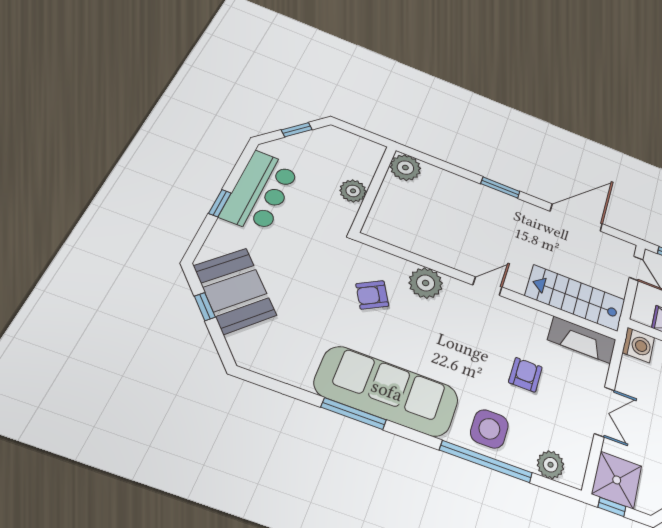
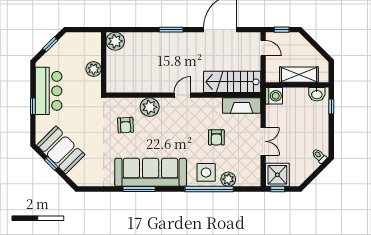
armchair: (372, 295) -> (125, 125), turned -63
armchair: (525, 375) -> (216, 137), turned 180
plant: (551, 465) -> (228, 179), moved

